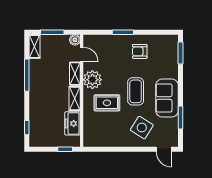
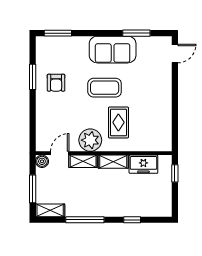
window: (123, 32) -> (33, 77), moved
window: (27, 128) -> (132, 220), moved
side table: (142, 128) -> (148, 80), removed

